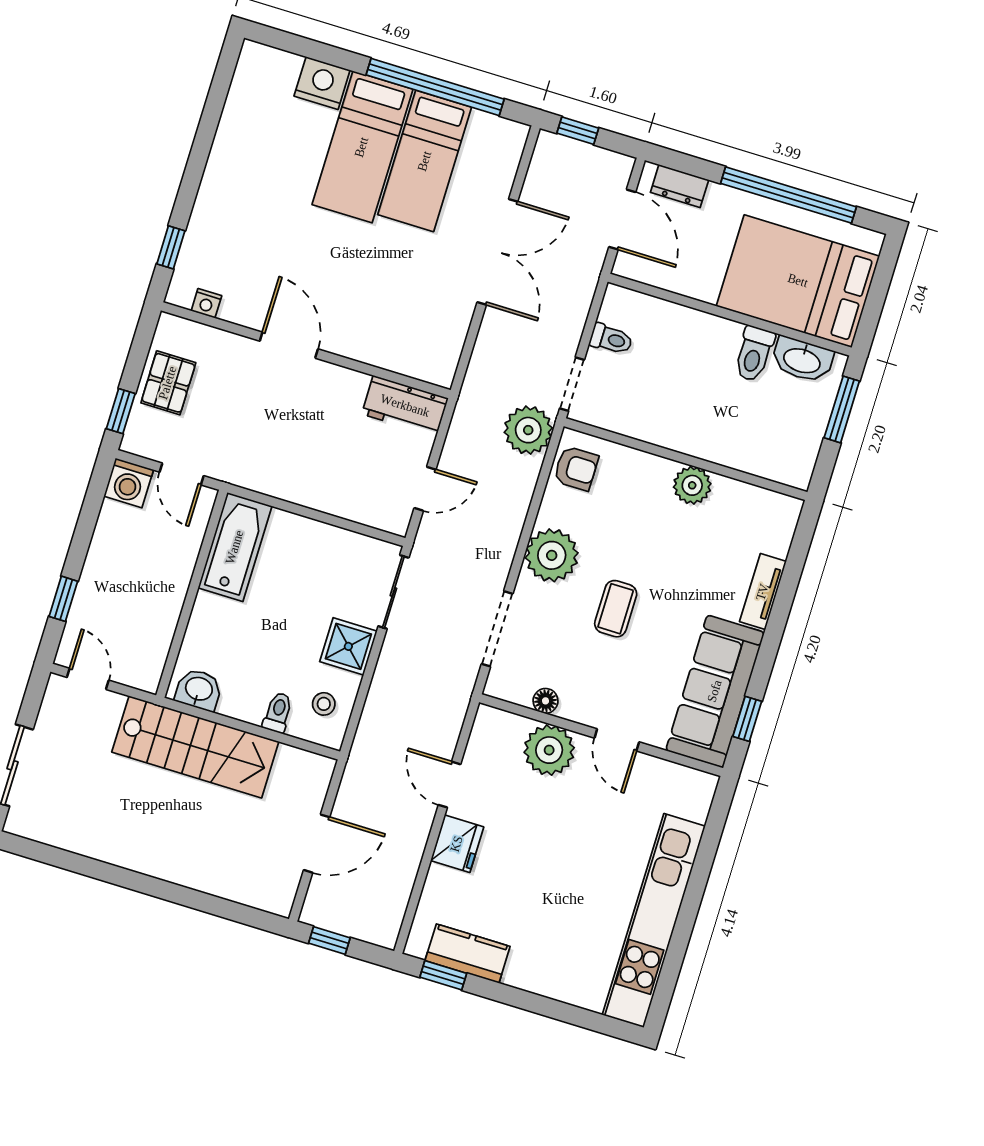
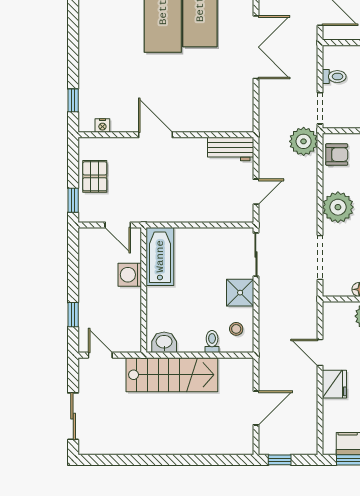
washing machine: (129, 483) -> (130, 275), moved, turned 90

